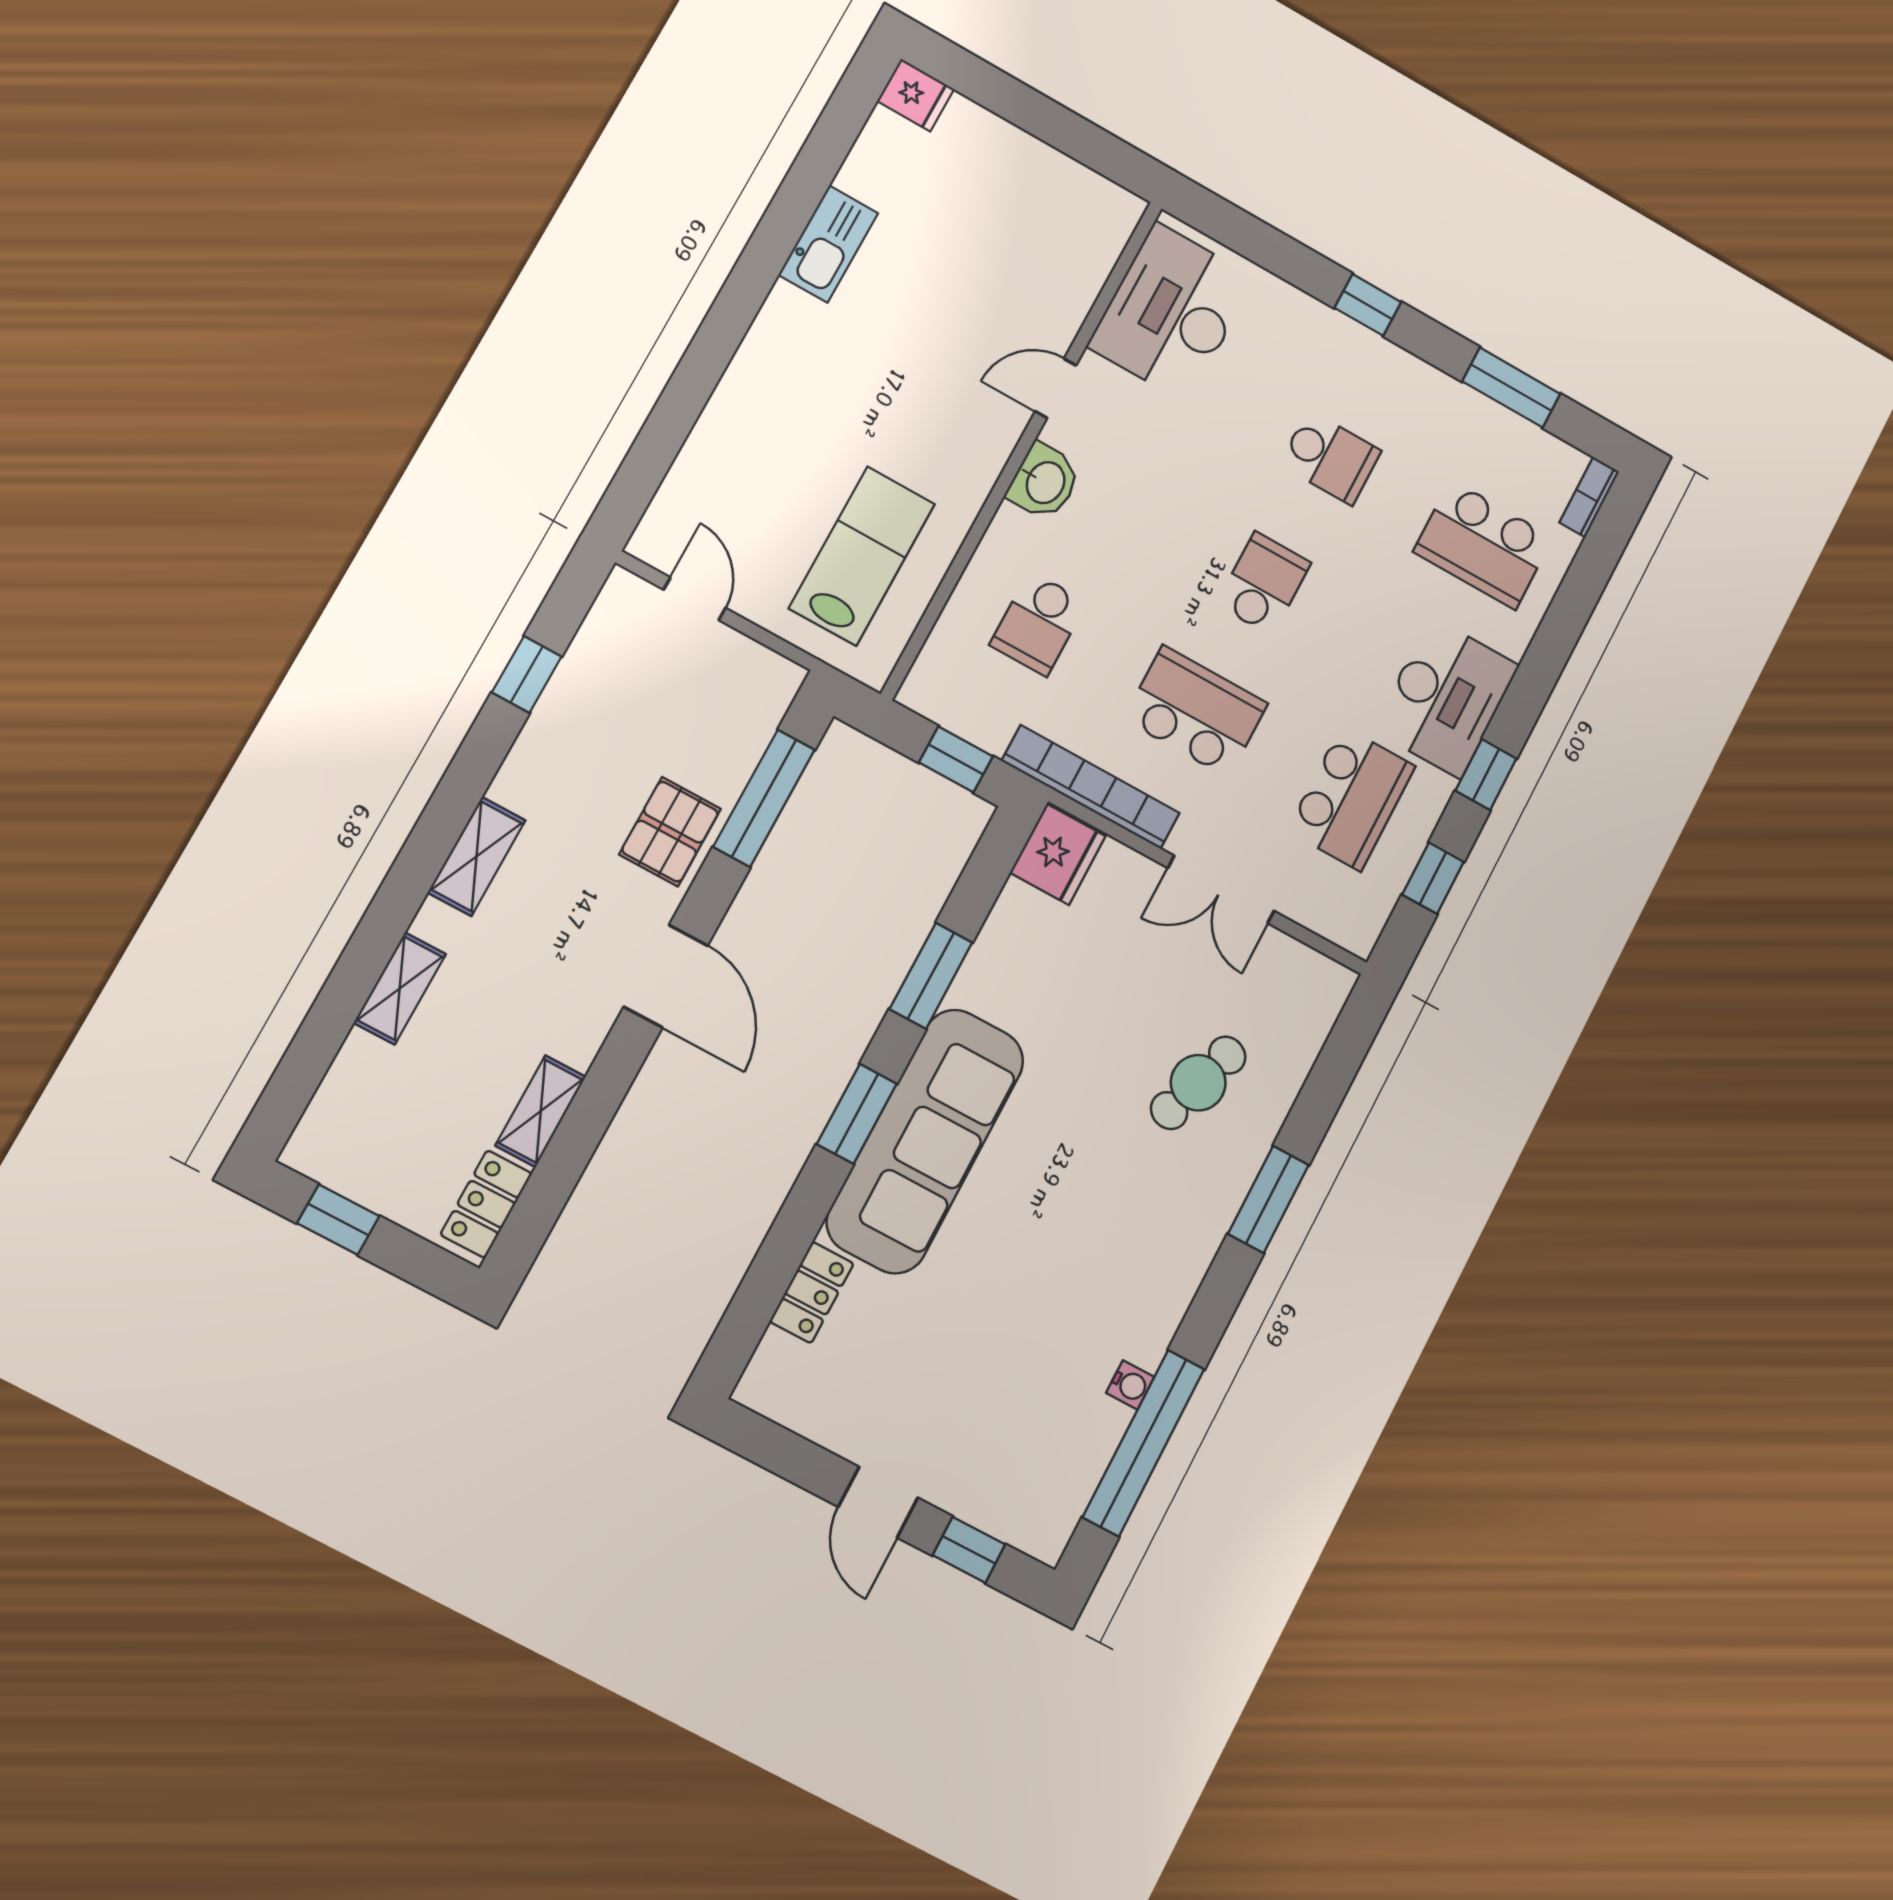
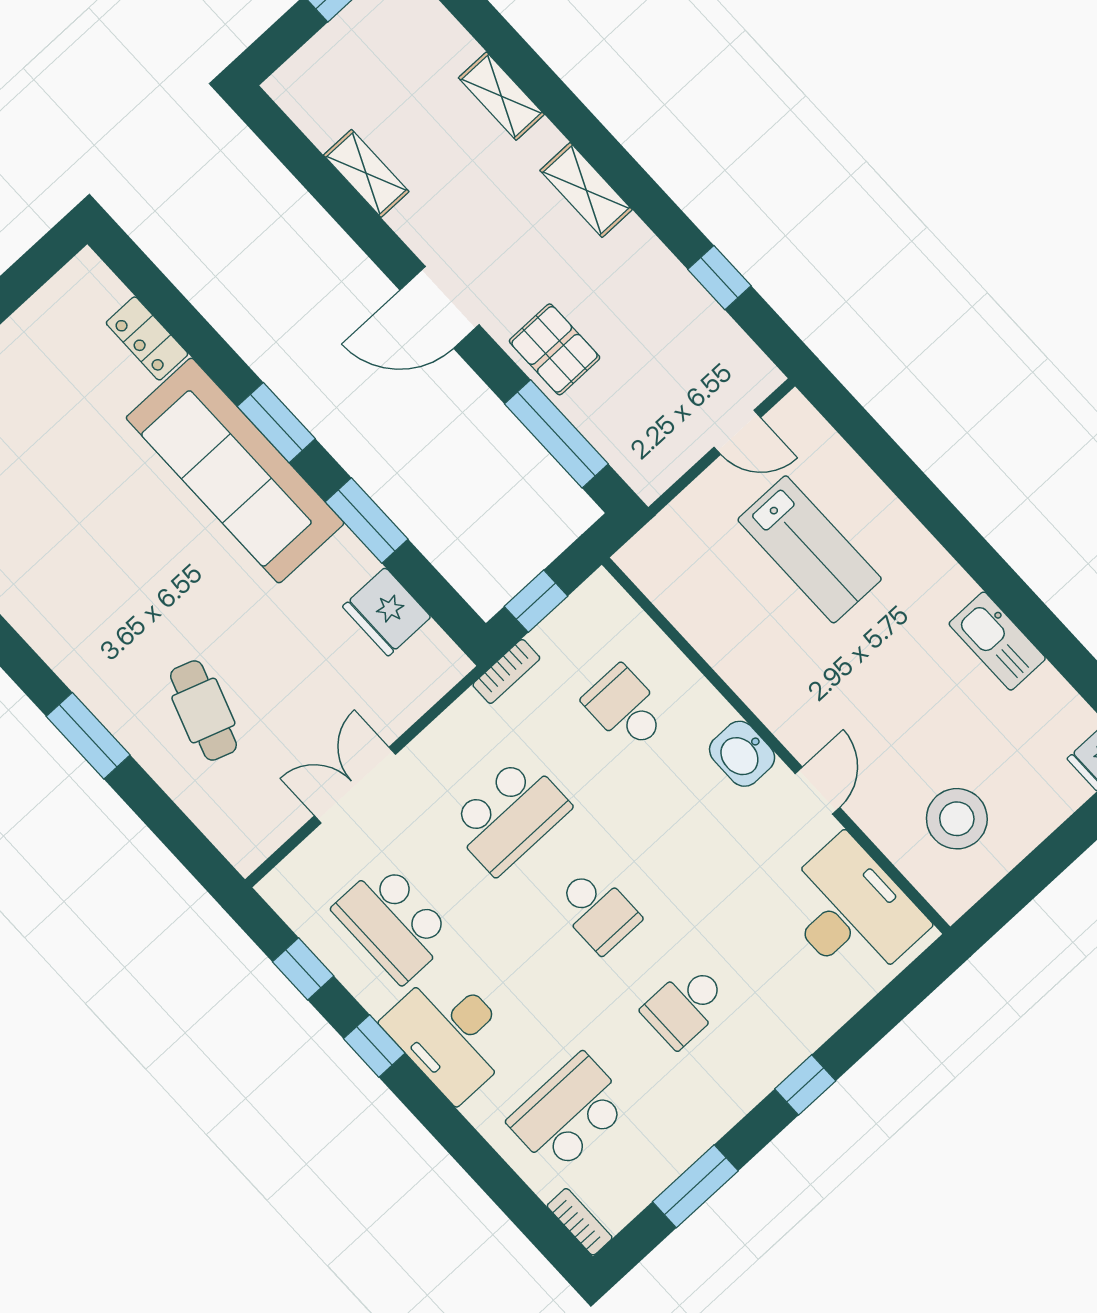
stool: (1034, 230) -> (957, 819), added
lab bench: (862, 556) -> (810, 549), moved
bookcase: (1091, 787) -> (506, 671), width x0.43, depth x0.76
fridge: (1058, 854) -> (387, 612), moved
locker: (486, 1204) -> (308, 107), removed

